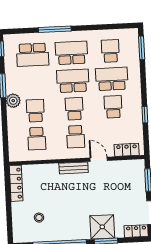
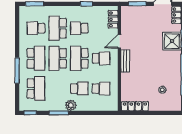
school desk: (71, 53) -> (36, 58), turned 180
school desk: (74, 109) -> (79, 58), width x1.85
school desk: (35, 111) -> (79, 89), turned 180

